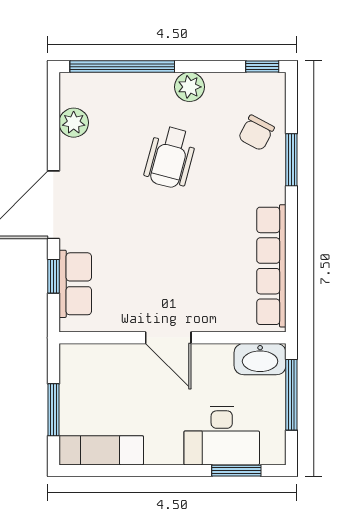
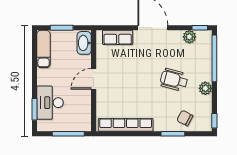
window: (53, 276) -> (200, 28), moved
washbasin: (260, 359) -> (84, 43), moved

